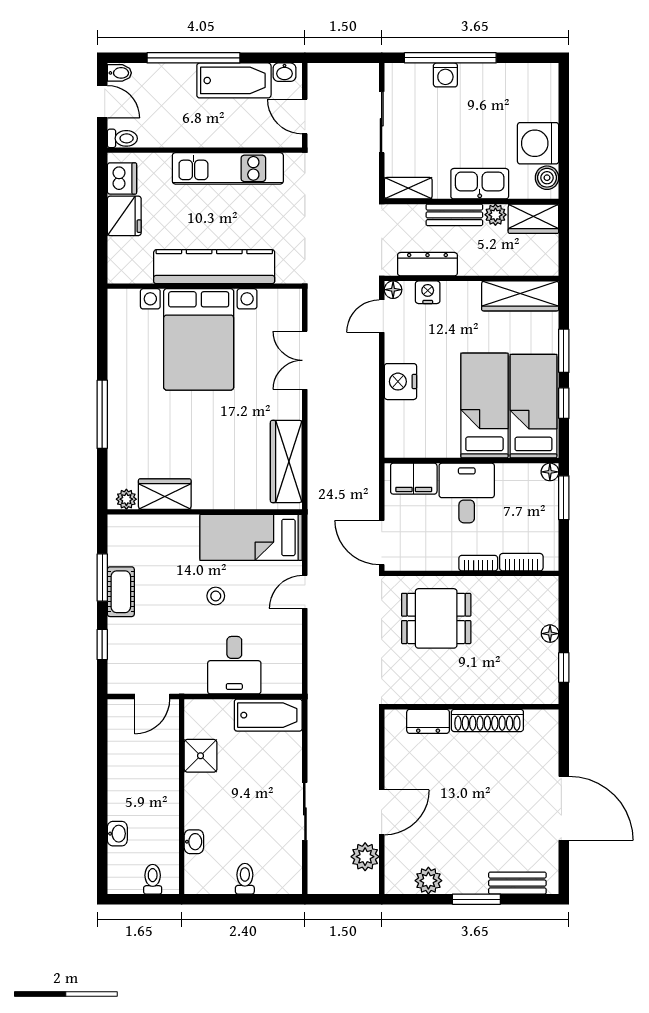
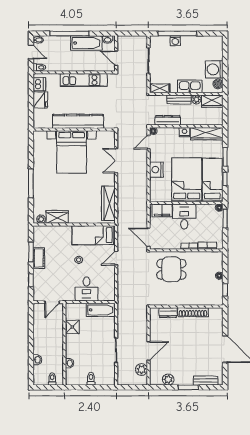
nightstand: (428, 292) -> (185, 132), moved
bed: (484, 405) -> (187, 180), width x1.50

